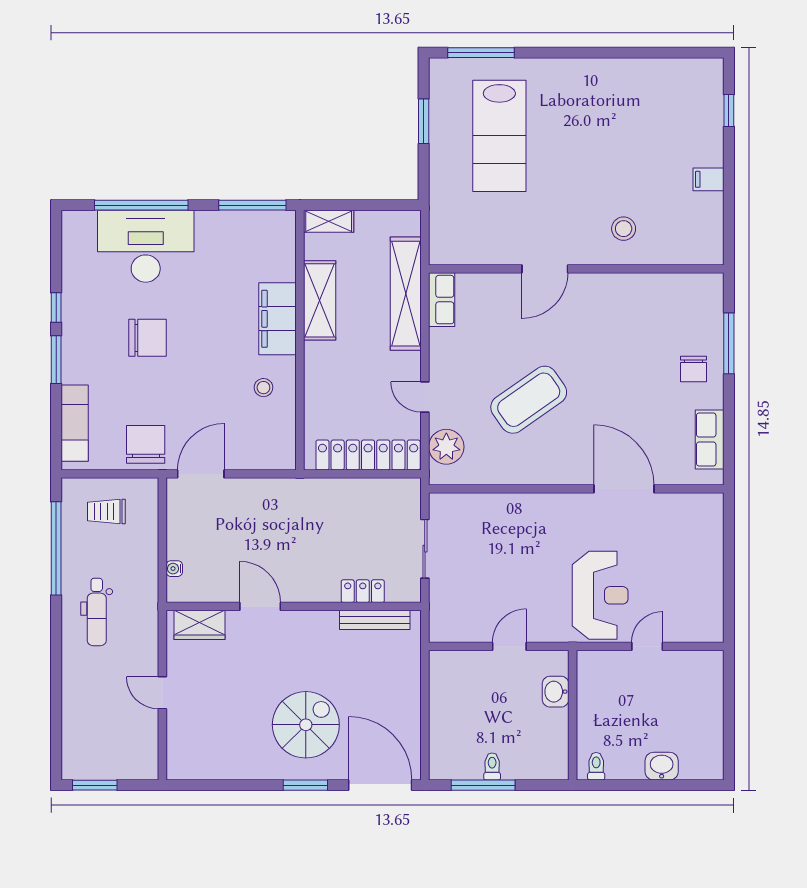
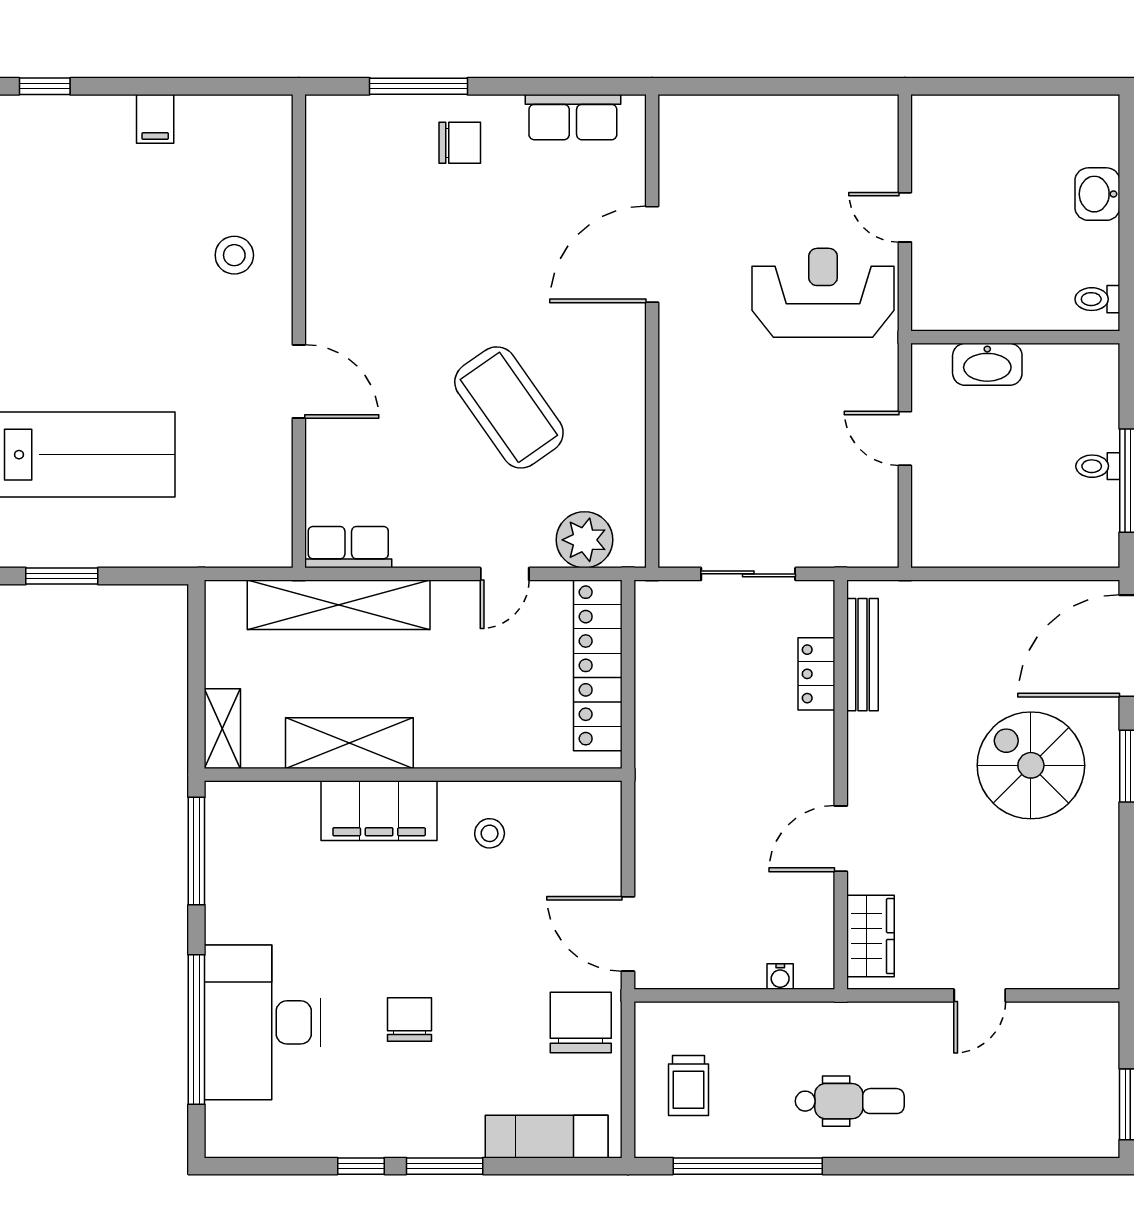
chair: (148, 338) -> (409, 1019), width x0.73, depth x0.73
chair: (146, 444) -> (581, 1022), turned 90
washbasin: (556, 692) -> (987, 364), width x1.38

